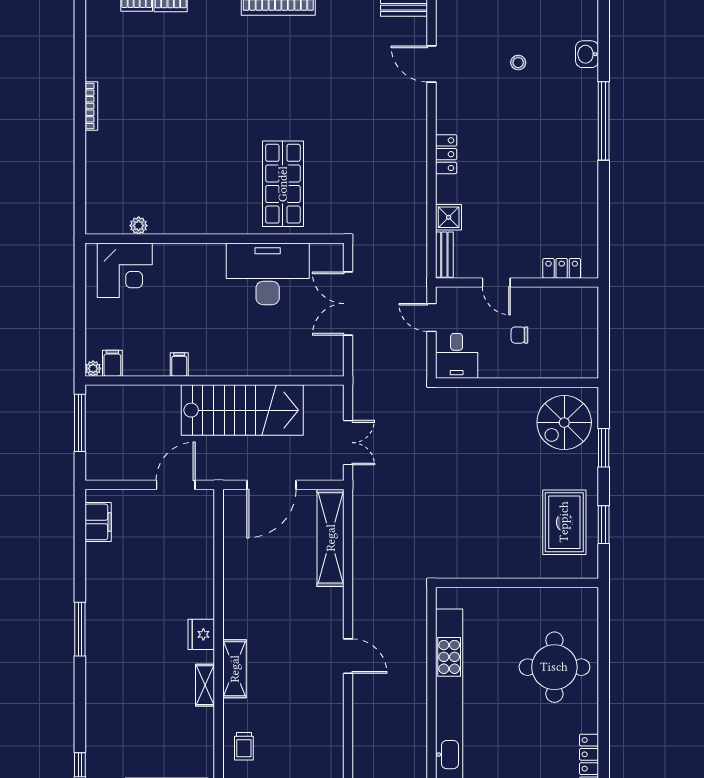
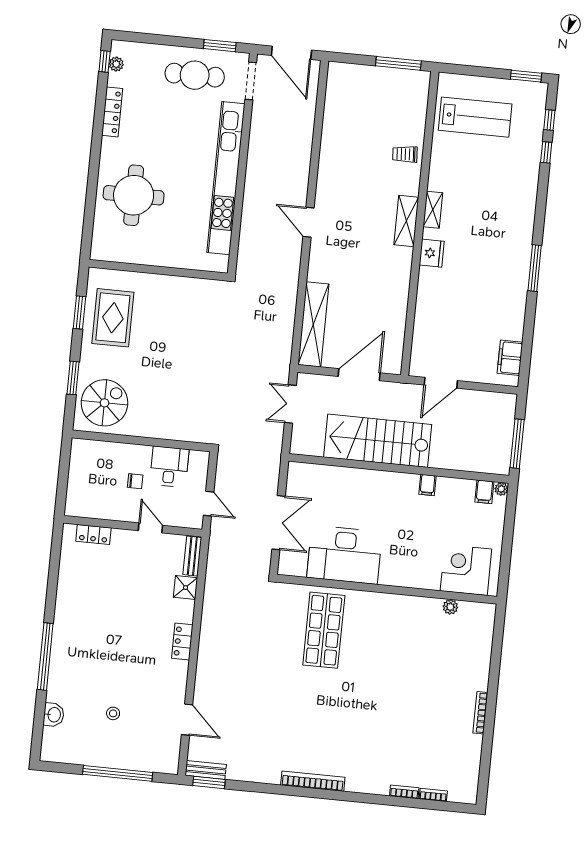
desk: (457, 356) -> (169, 467), moved
trolley: (244, 746) -> (405, 154), turned -94

